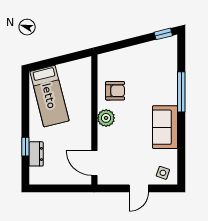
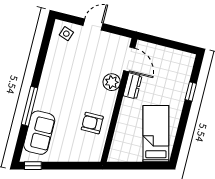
plant: (106, 118) -> (112, 82), moved
sofa: (165, 127) -> (39, 133), moved
dresser: (36, 154) -> (133, 86), moved, turned 180

